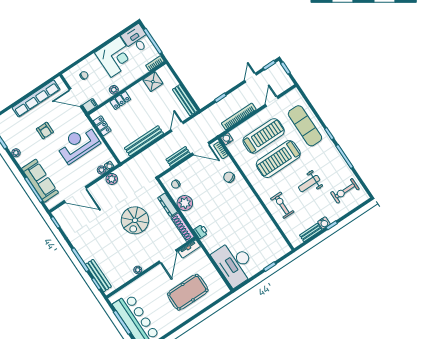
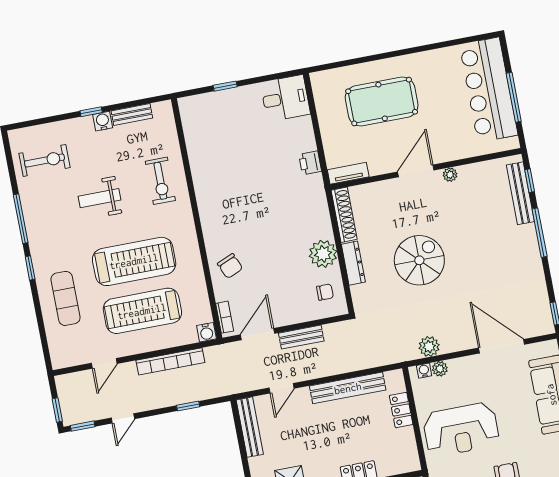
locker: (102, 126) -> (401, 410), moved
exercise mat: (305, 126) -> (65, 298), width x0.73, depth x0.69
door: (201, 149) -> (258, 334), hinge flipped
weight bench: (309, 184) -> (100, 198), turned 180
printer: (201, 231) -> (310, 163), moved
door: (168, 256) -> (416, 171), moved
desk: (234, 263) -> (285, 98), width x0.53, depth x0.77

